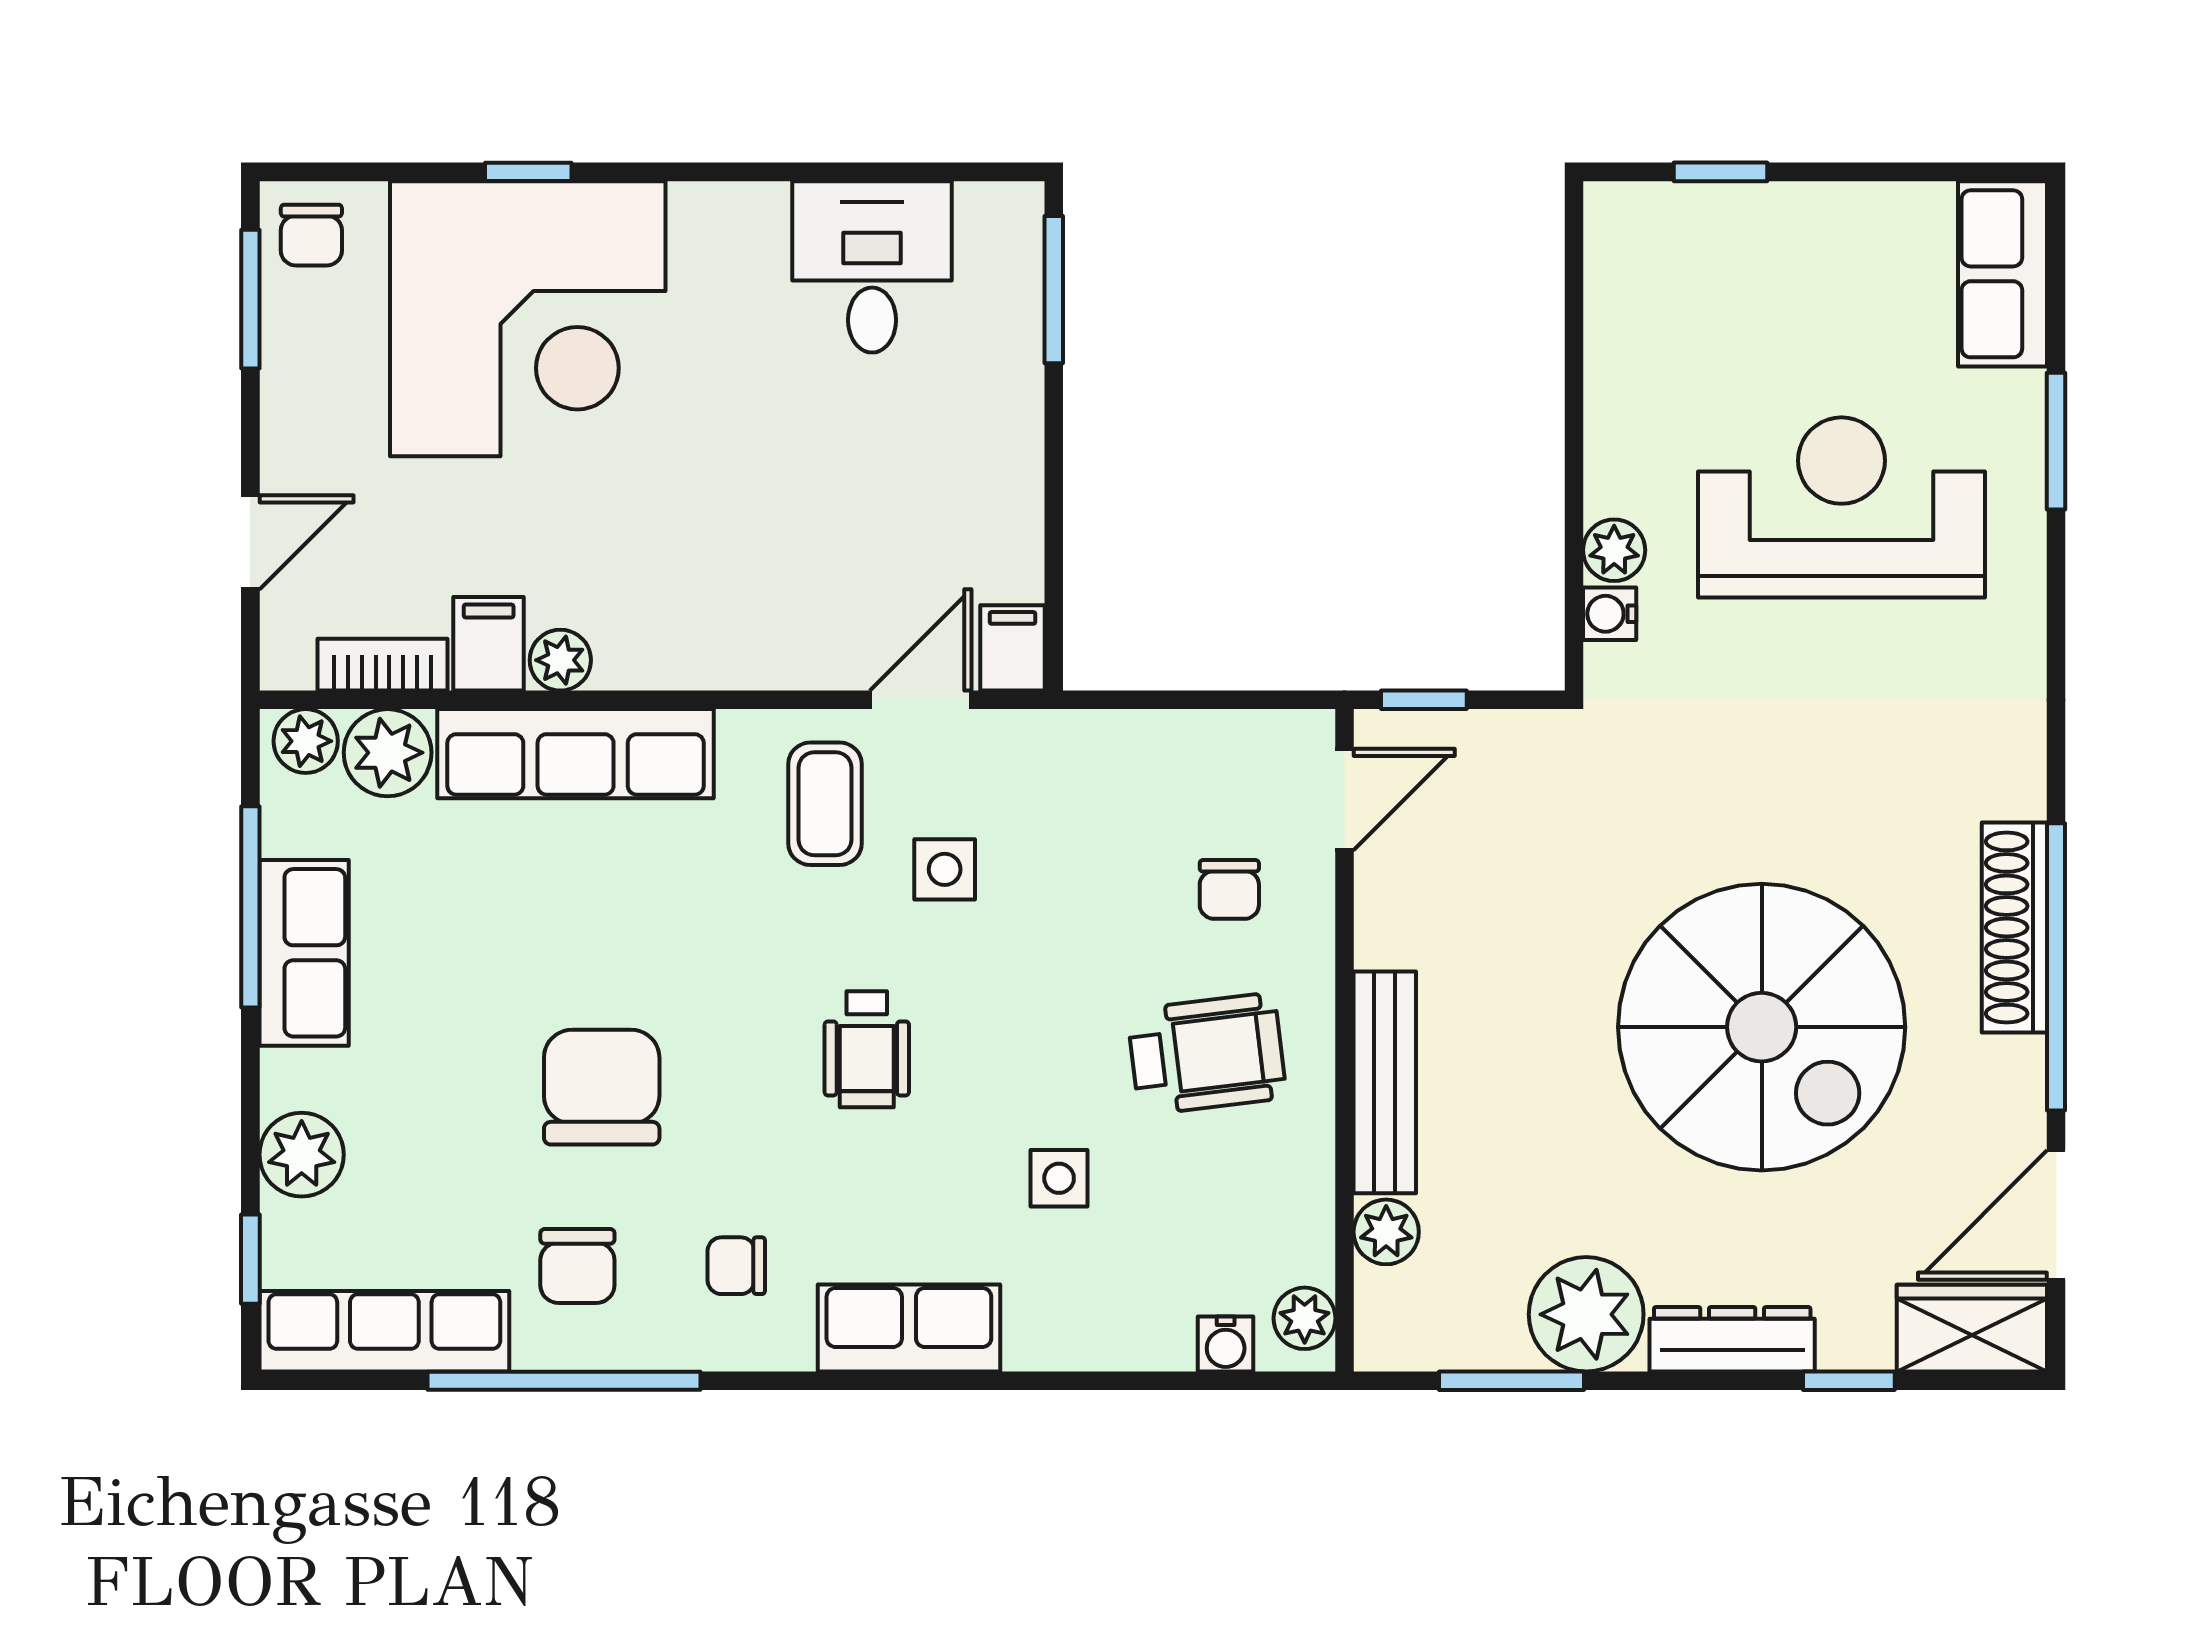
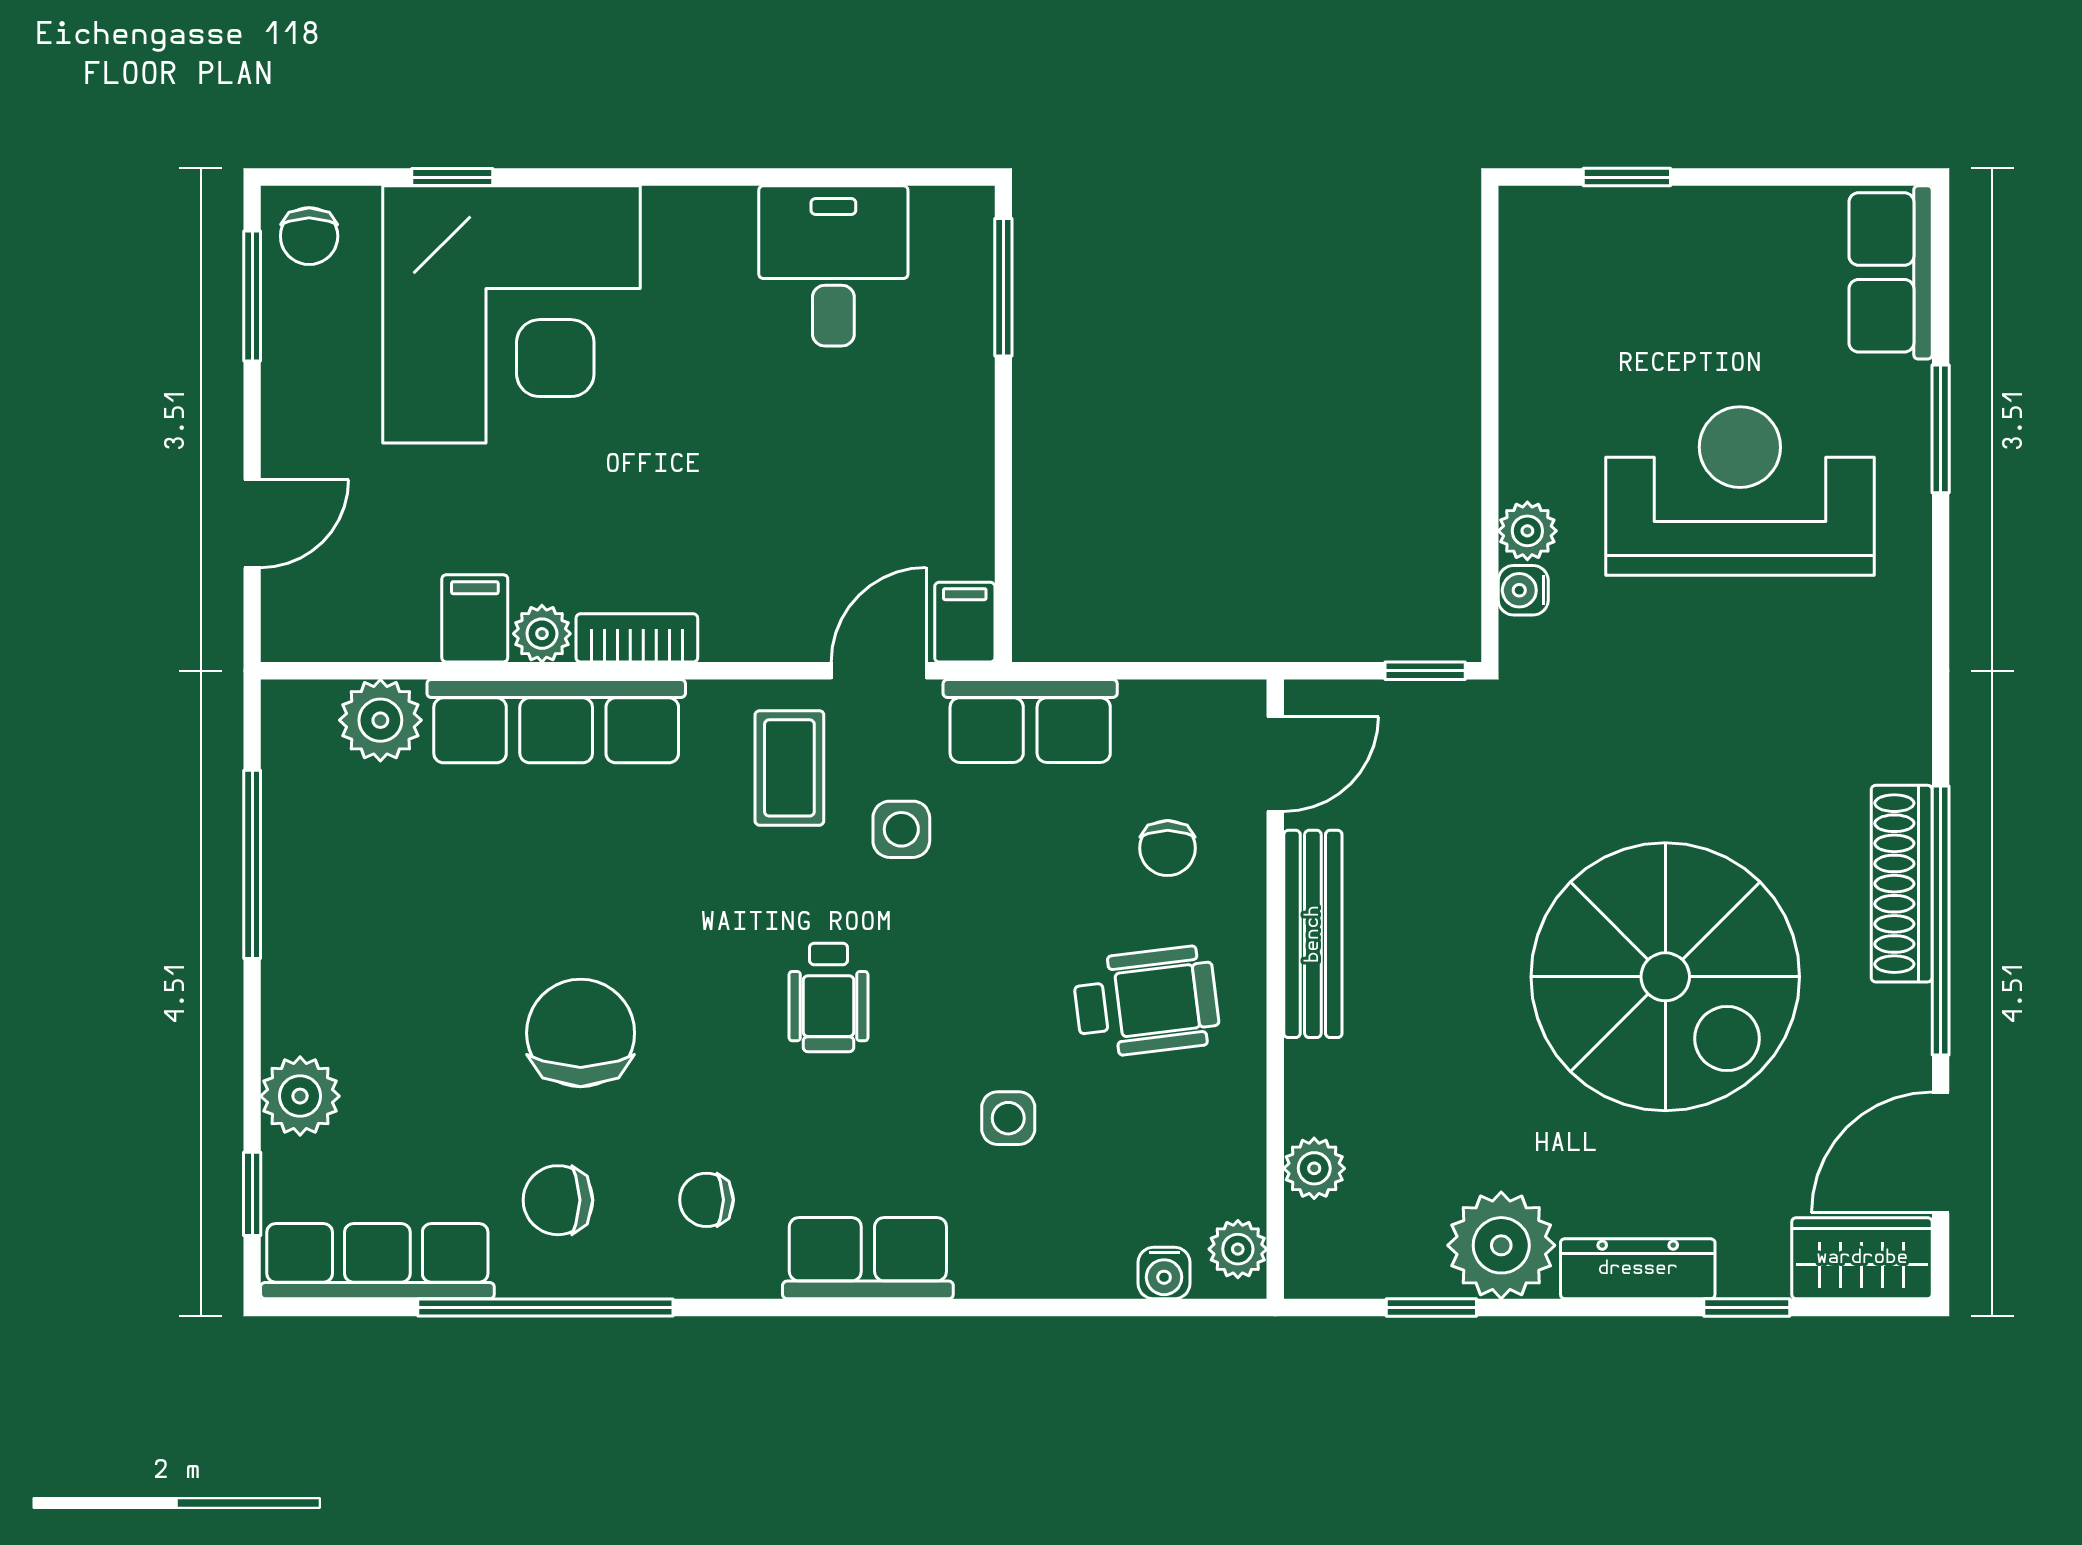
window: (528, 172) -> (452, 177), moved
bookcase: (382, 665) -> (637, 638), moved
window: (1424, 700) -> (1425, 671), moved
plant: (306, 741) -> (304, 709), removed
row of seats: (304, 953) -> (1030, 721), moved, turned 90
bench: (1385, 1082) -> (1313, 934), moved
chair: (577, 1266) -> (558, 1200), turned 90
window: (1511, 1381) -> (1431, 1308), width x0.67

